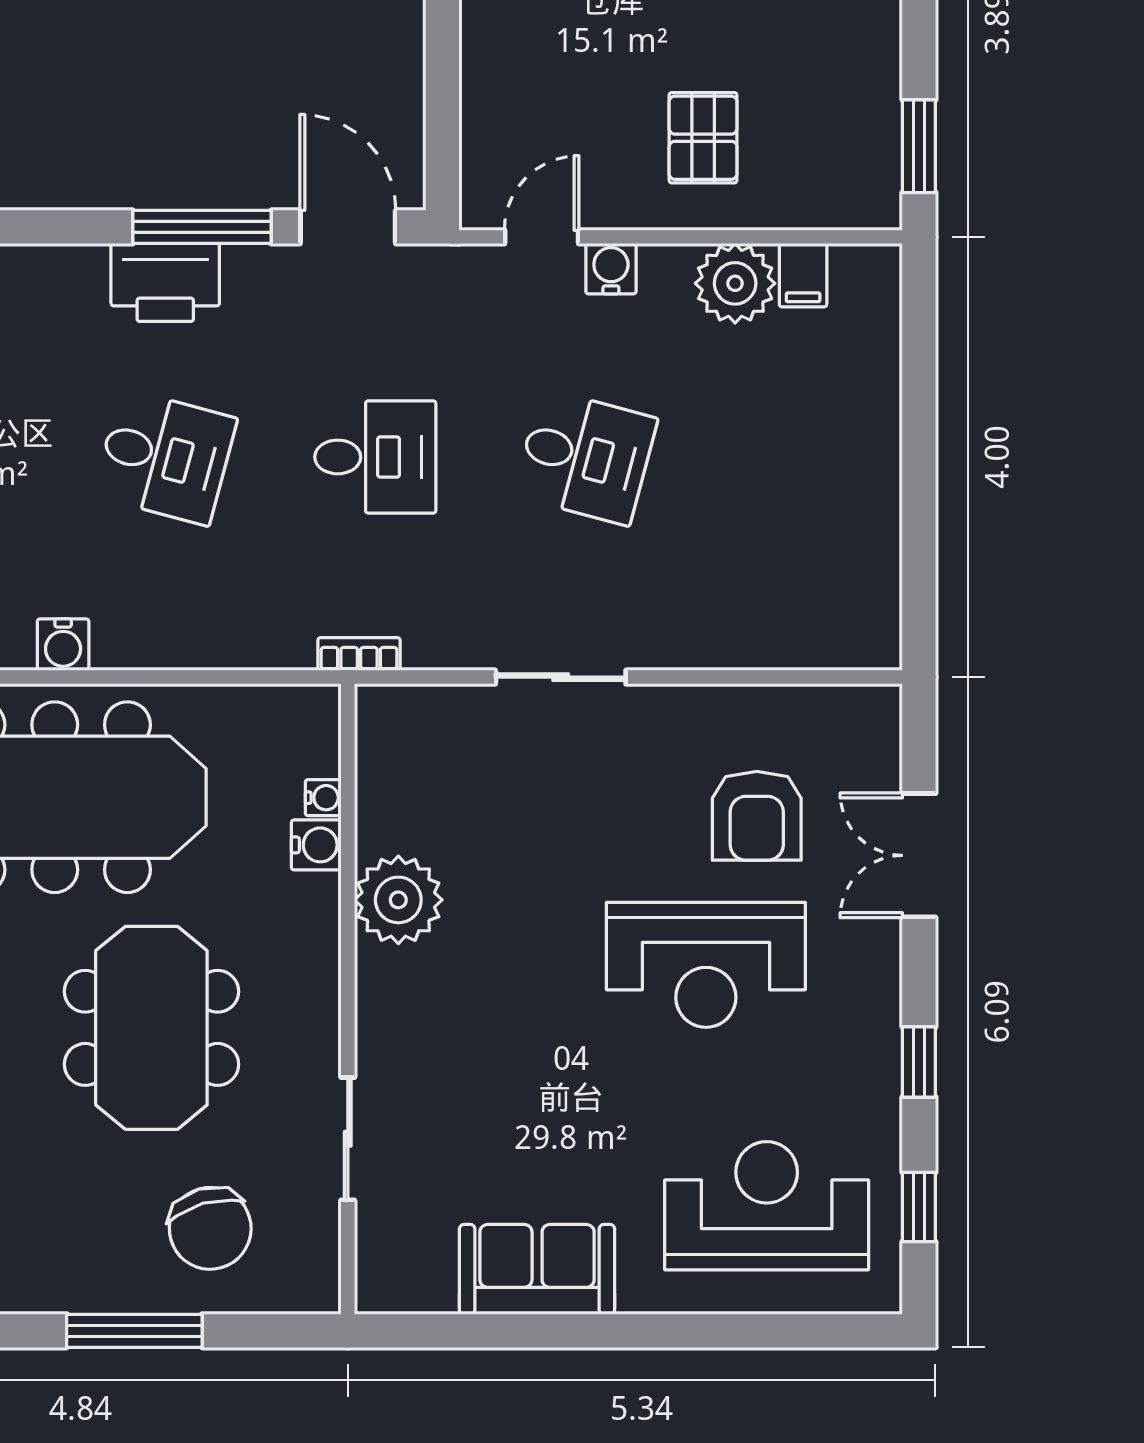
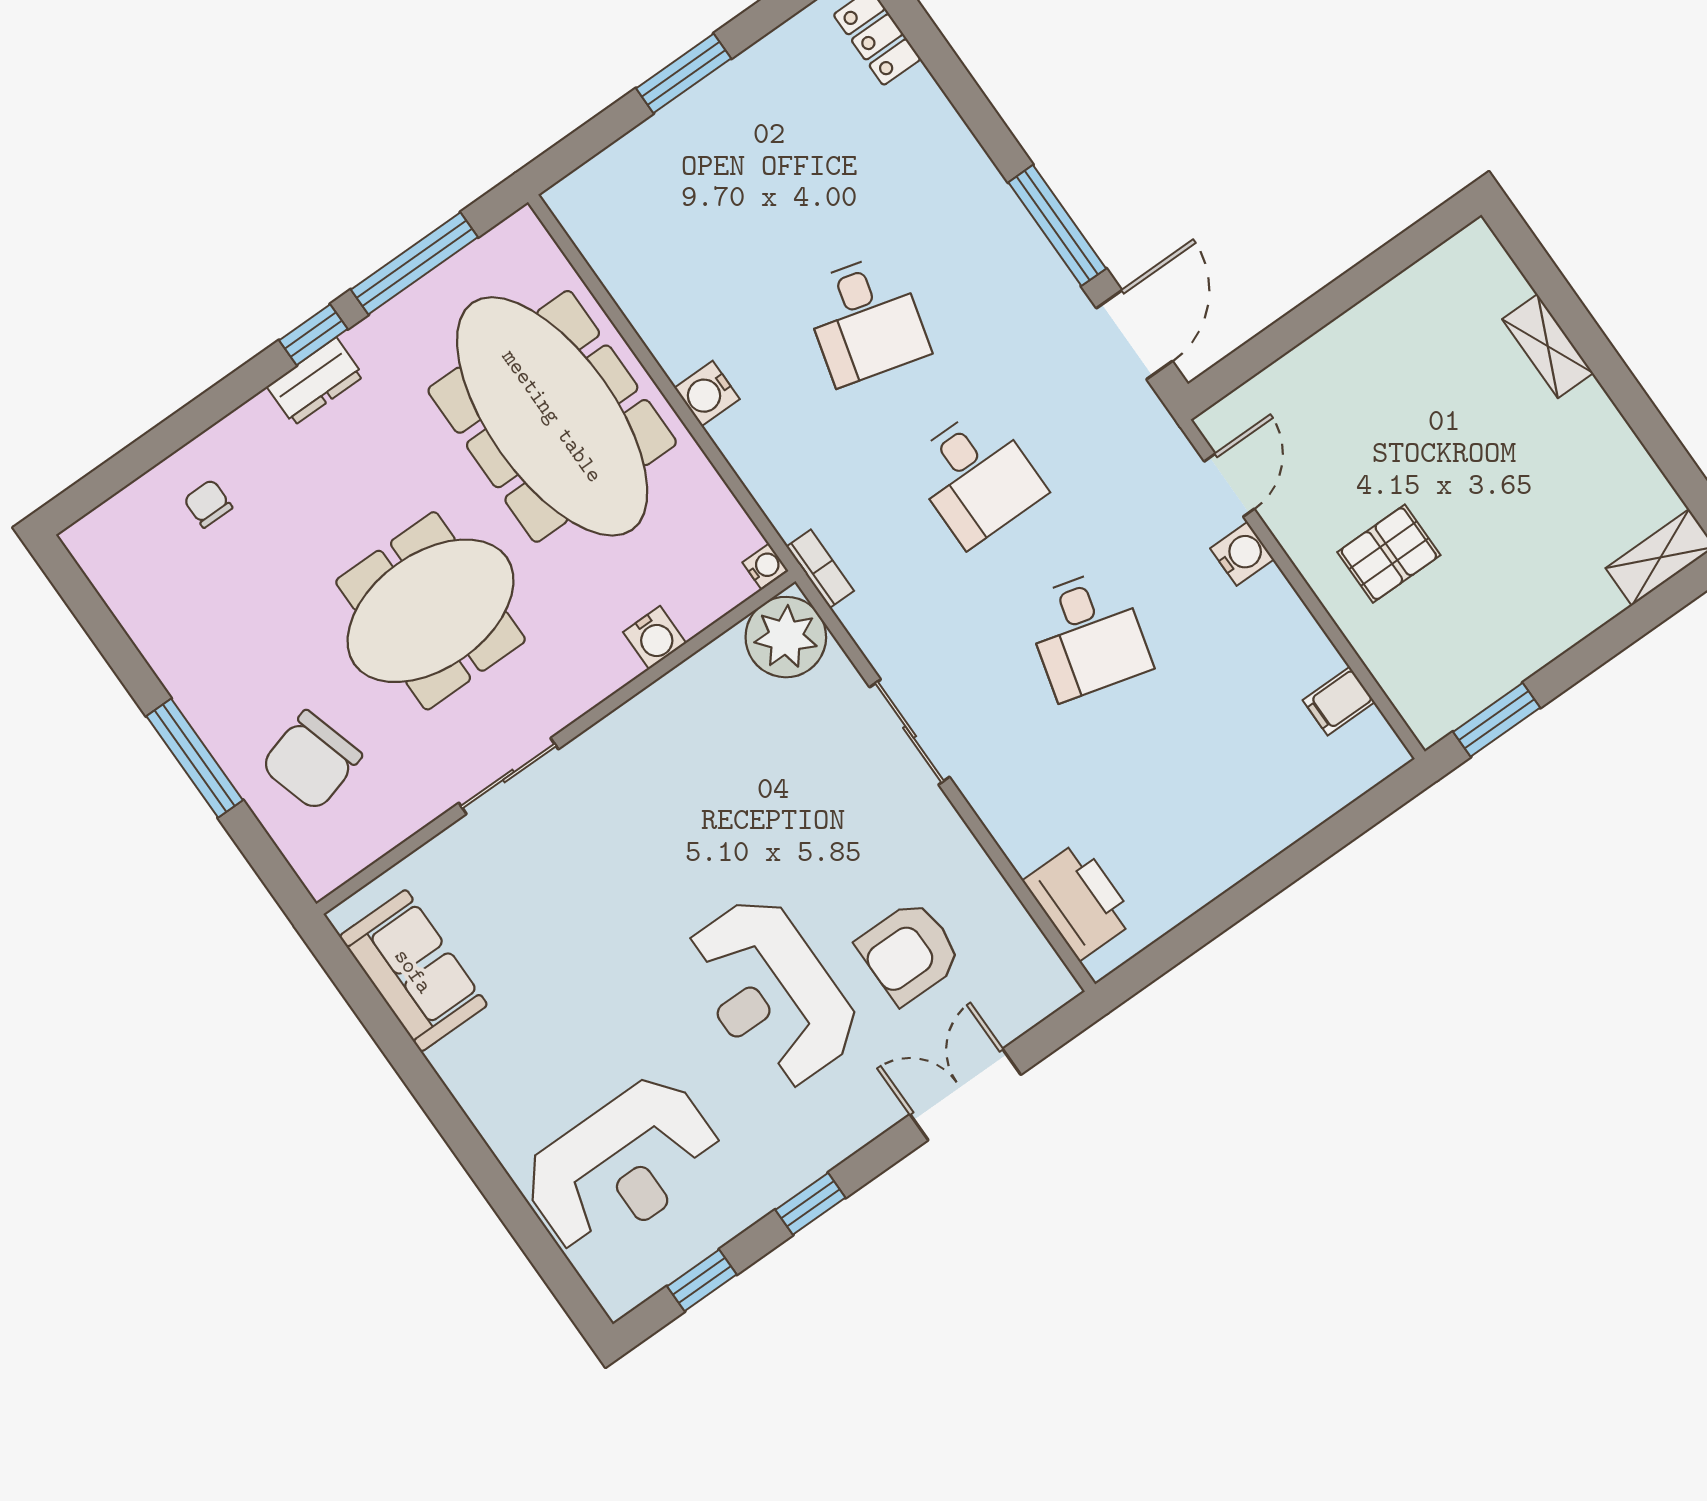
door: (542, 237) -> (1229, 485), hinge flipped
printer: (165, 282) -> (1080, 901), moved, turned 180
plant: (735, 283) -> (1297, 655), removed
water cooler: (63, 645) -> (707, 393), moved
water cooler: (323, 798) -> (765, 566), moved, turned -90
plant: (398, 900) -> (786, 637), moved
sliding door: (348, 1139) -> (509, 776), moved
reception desk: (767, 1206) -> (622, 1166), turned 90
sofa: (537, 1269) -> (413, 971), moved

